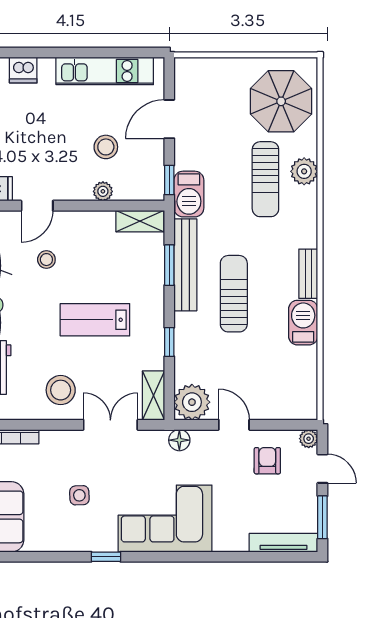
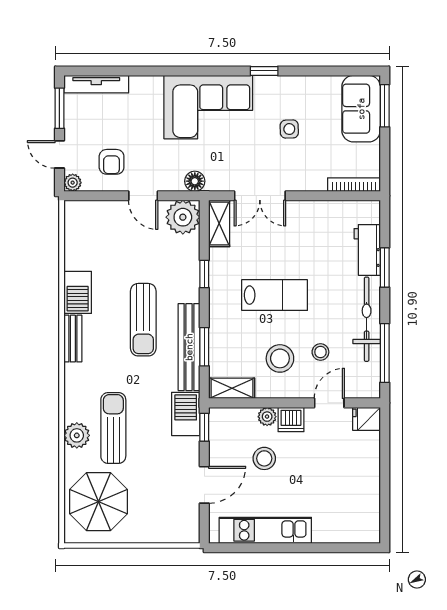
dishwasher: (23, 70) -> (291, 420), moved, turned 180
stool: (61, 390) -> (280, 358), moved

